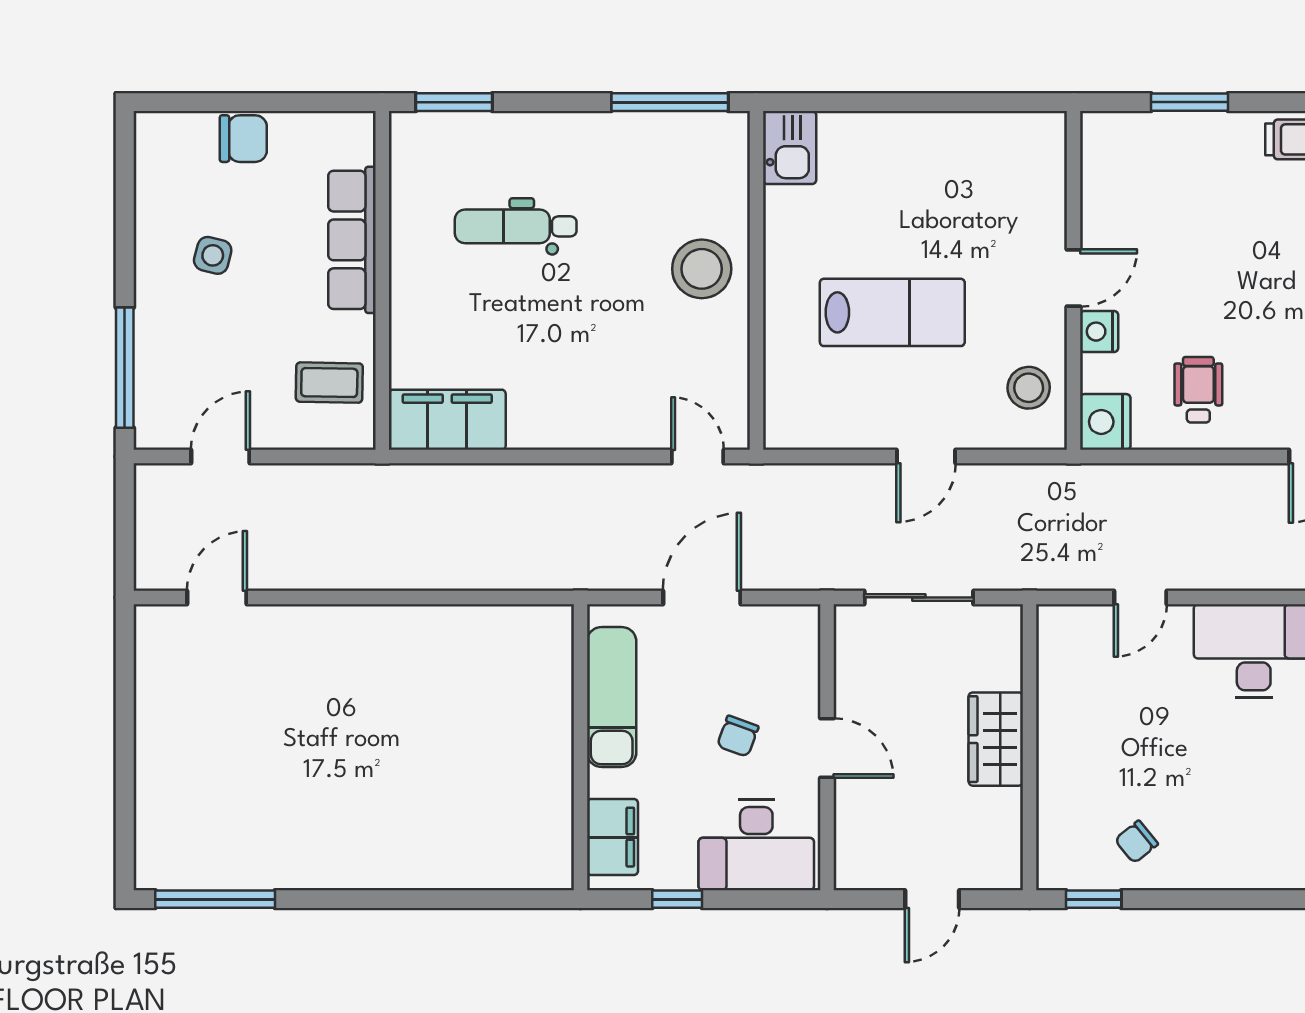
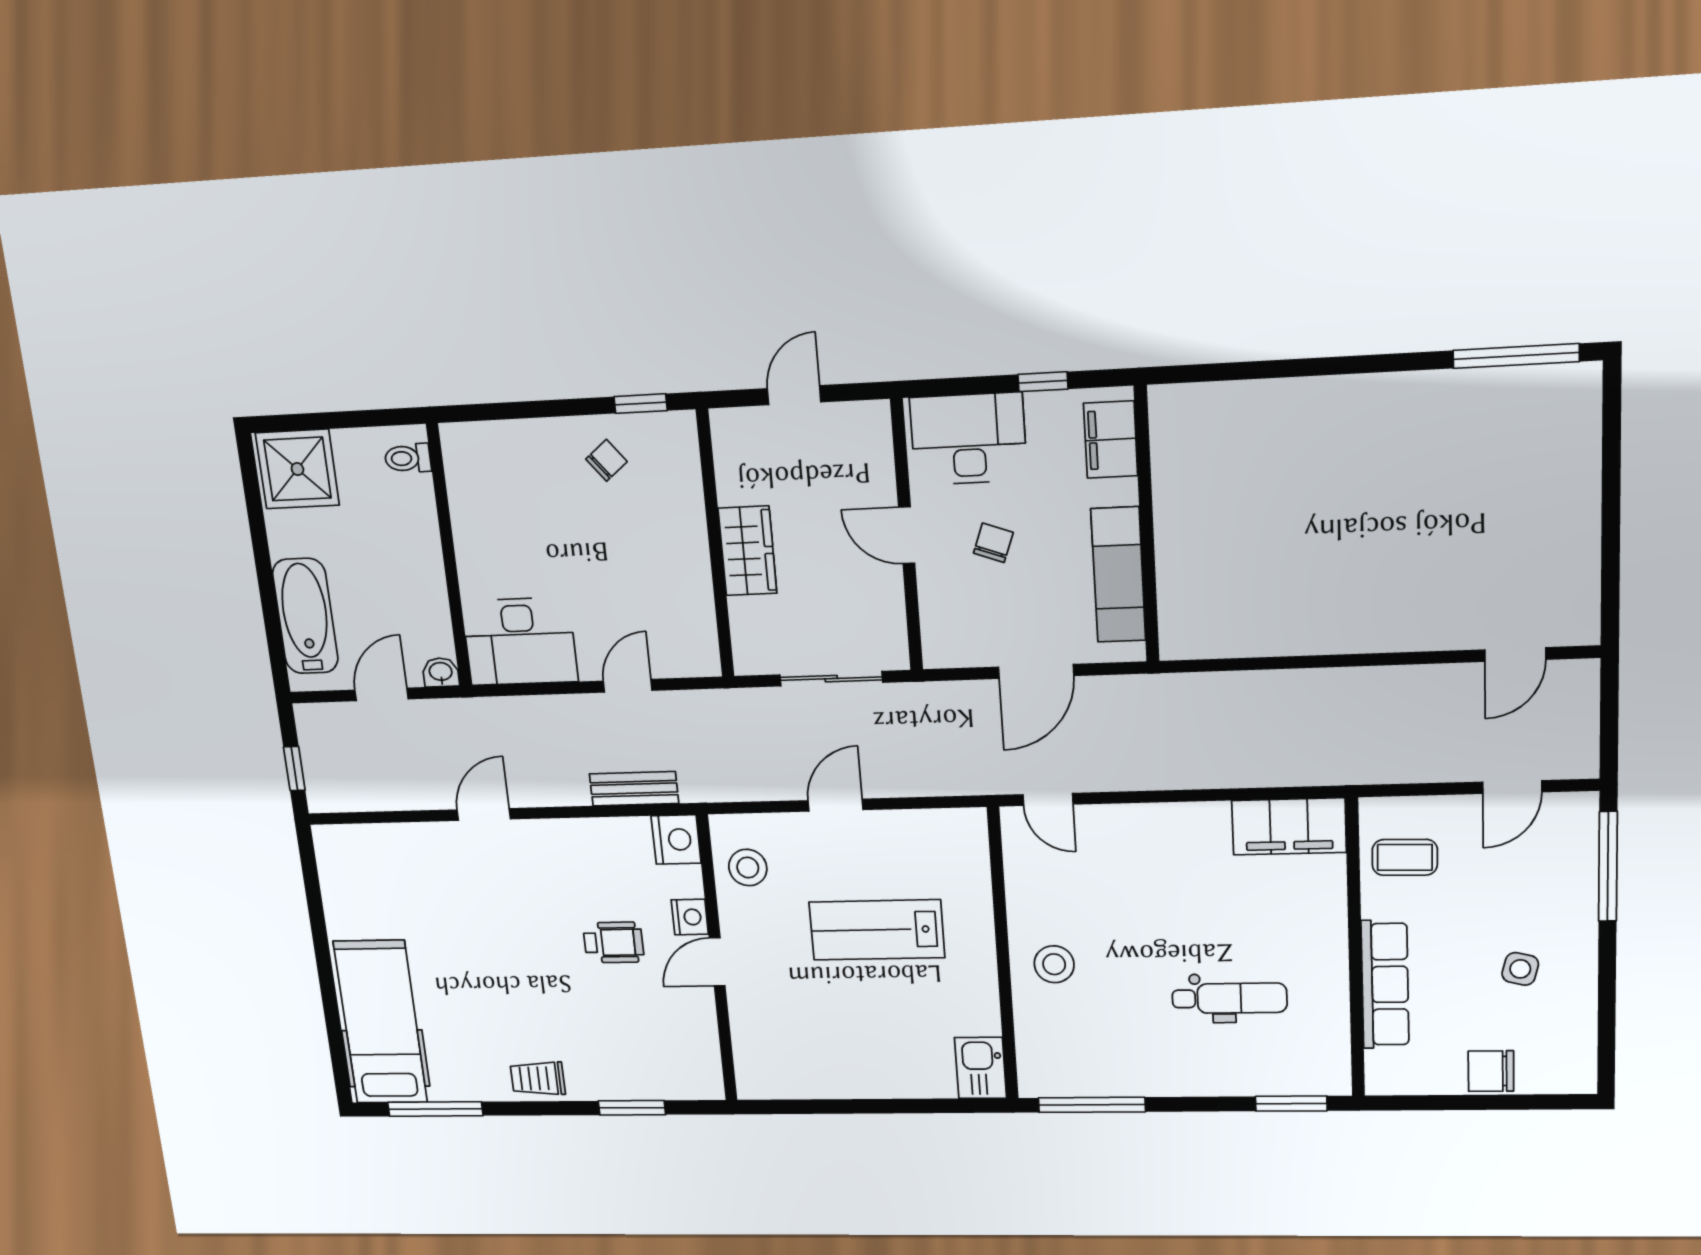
stool: (702, 269) -> (1054, 964), width x0.73, depth x0.73
wheelchair: (1198, 390) -> (614, 942), moved, turned -90
bench: (1146, 482) -> (634, 789), added

